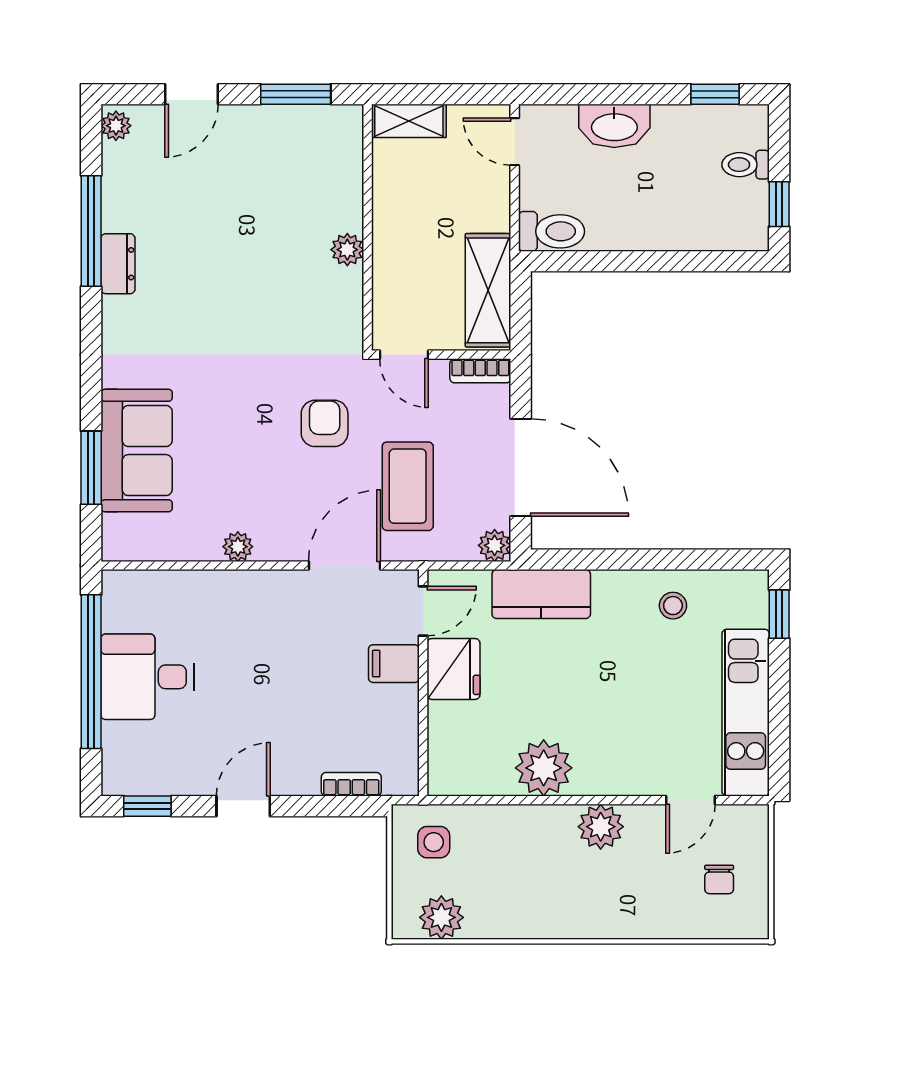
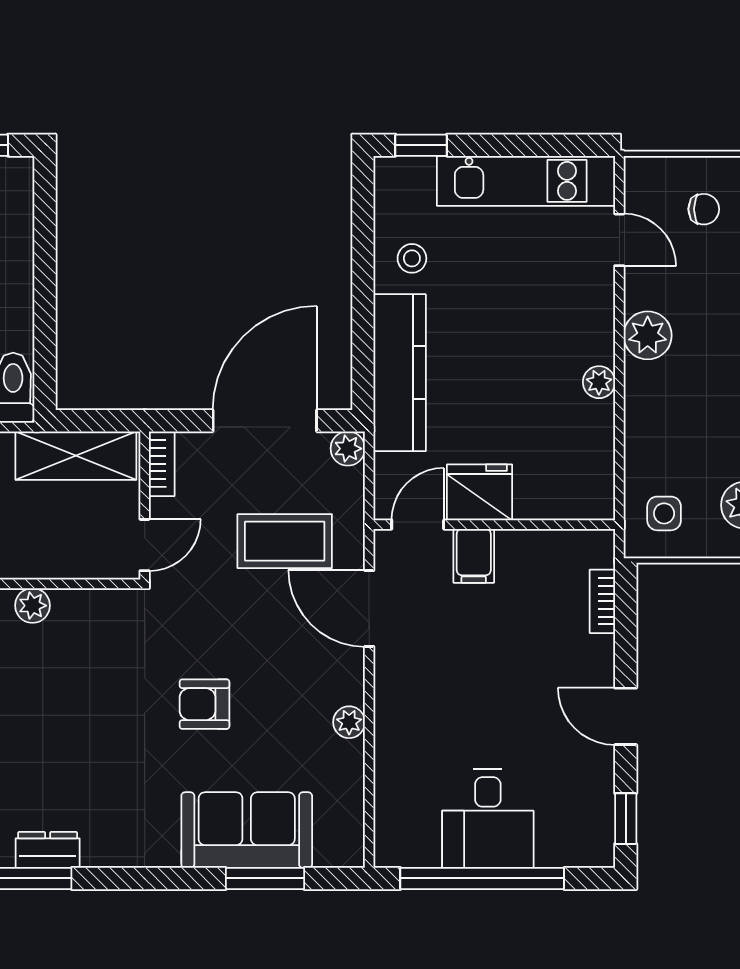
armchair: (325, 423) -> (204, 704), moved
kitchen counter: (541, 594) -> (400, 373), width x1.50
door: (423, 611) -> (418, 525), hinge flipped
plant: (544, 768) -> (599, 382), width x0.53, depth x0.53

